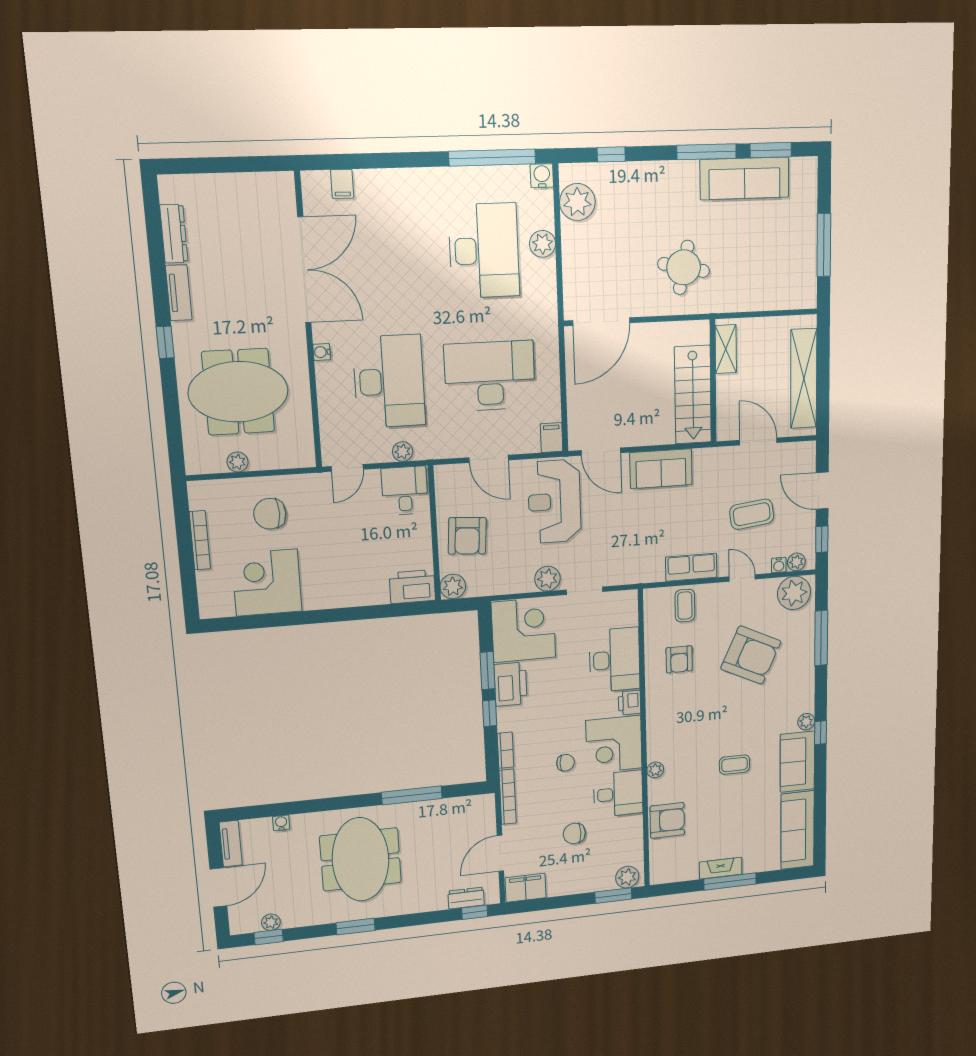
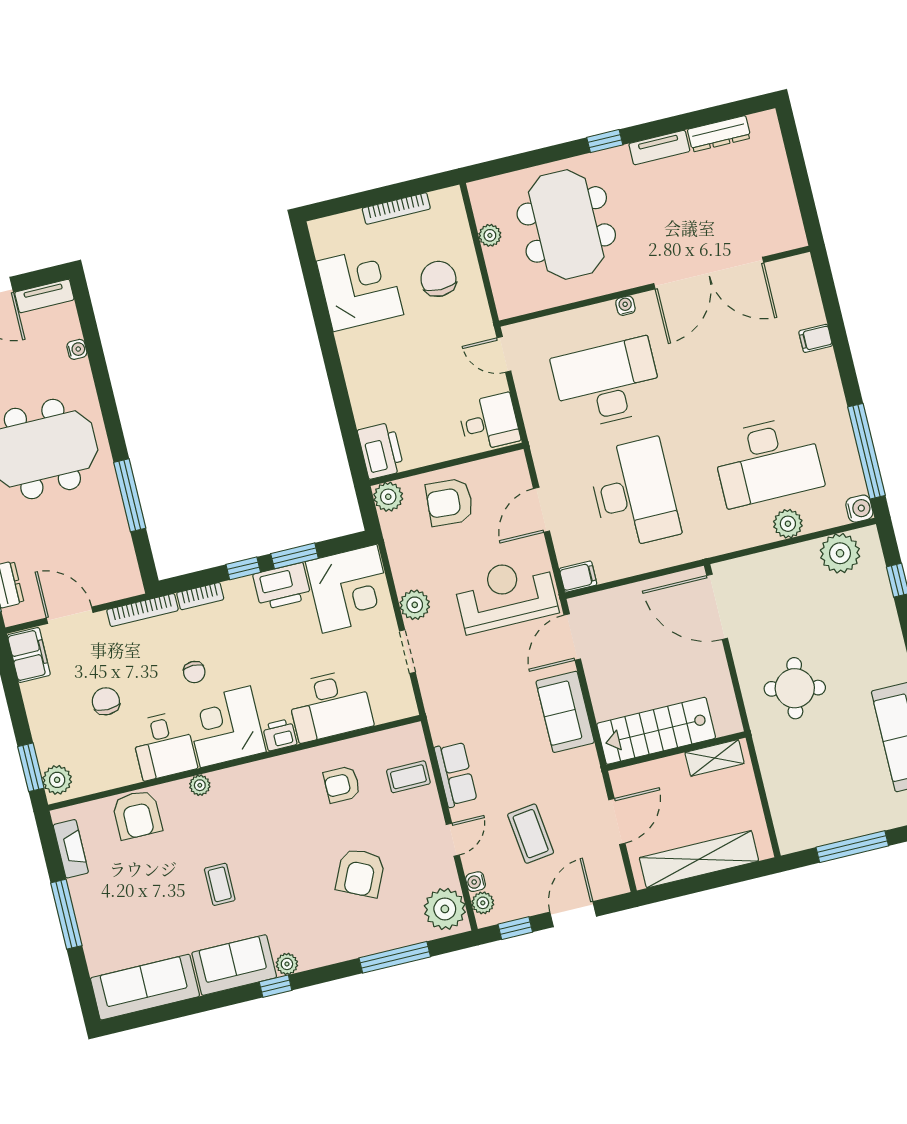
filing cabinet: (342, 184) -> (816, 338), moved
desk: (389, 381) -> (607, 383), turned 180
plant: (403, 452) -> (533, 412), removed
armchair: (751, 655) -> (360, 873), width x0.73, depth x0.73
fireplace: (721, 868) -> (71, 849), moved

